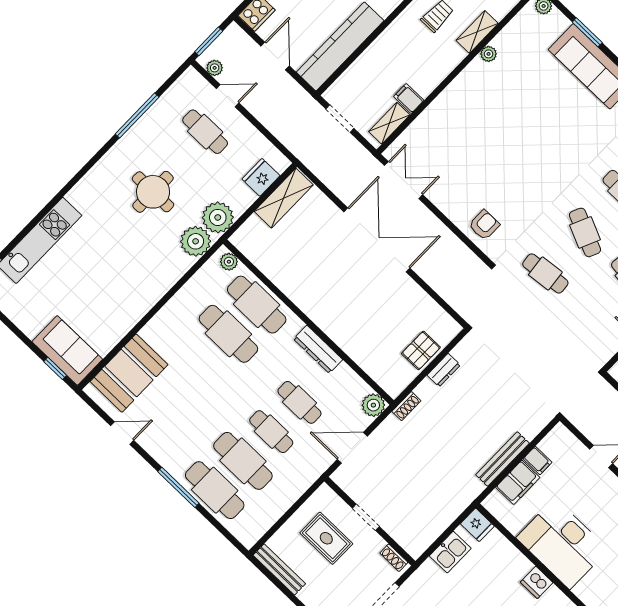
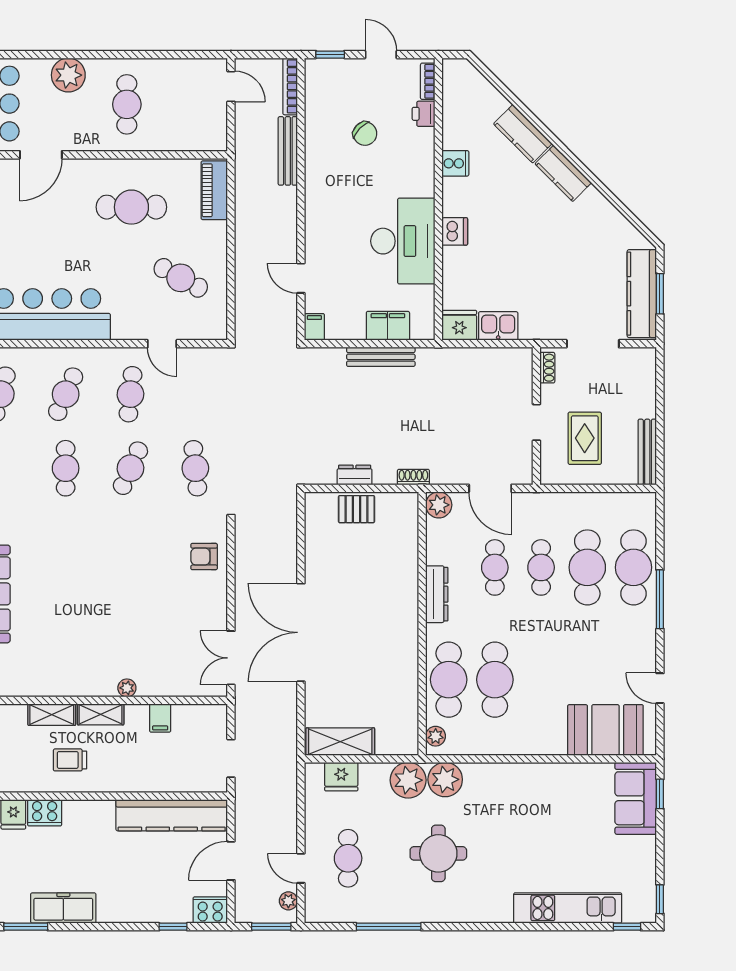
plant: (489, 54) -> (127, 688), moved
shelving: (389, 123) -> (101, 714), moved
filing cabinet: (538, 461) -> (314, 327), moved
fridge: (477, 525) -> (459, 325), width x1.38

